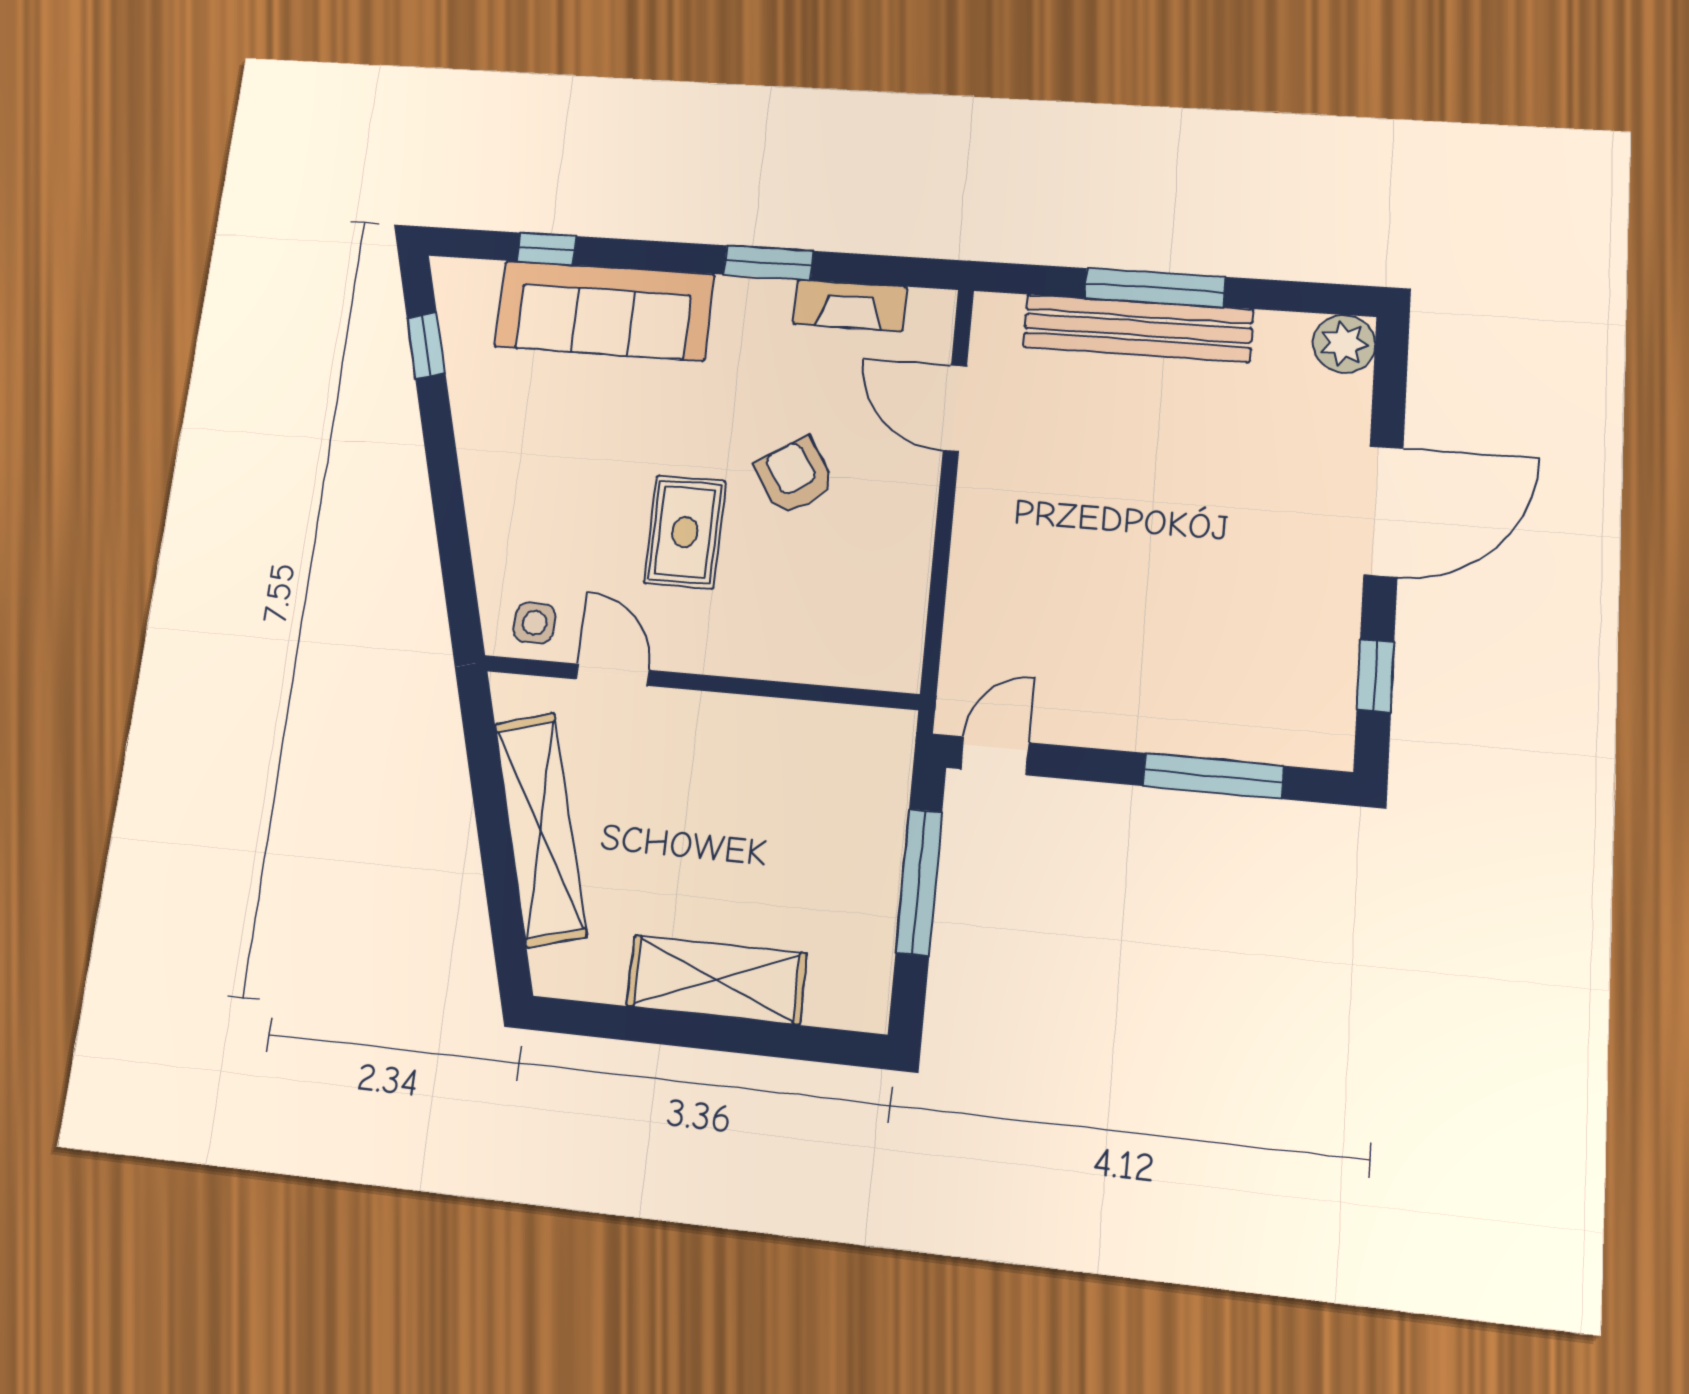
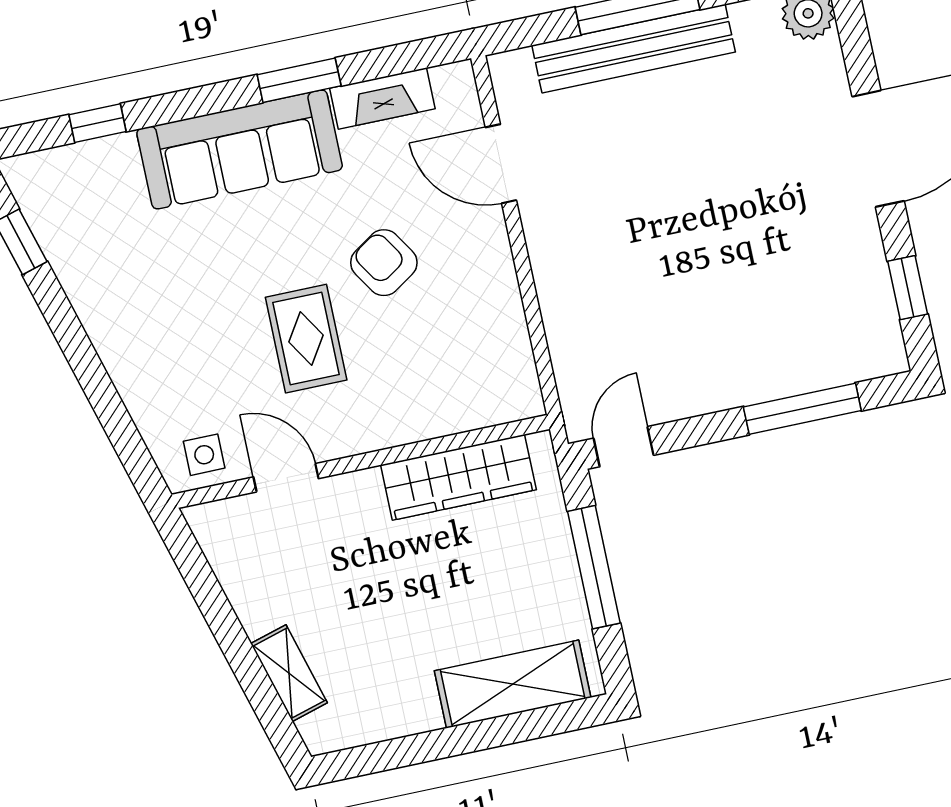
sofa: (604, 310) -> (240, 149), moved
wardrobe: (800, 733) -> (458, 477), added
shelving: (540, 829) -> (289, 673), width x0.45, depth x0.75
shelving: (717, 980) -> (513, 684), moved

